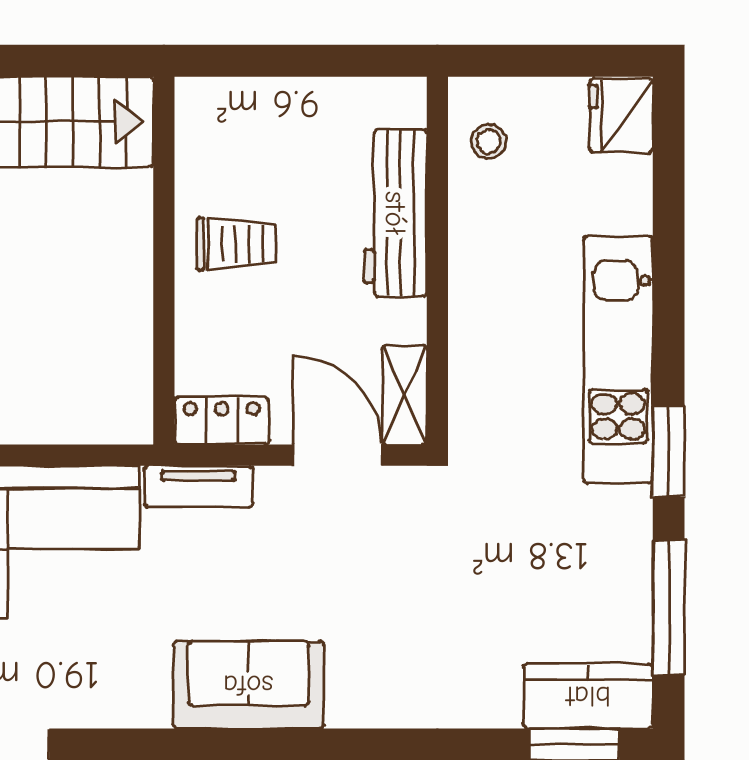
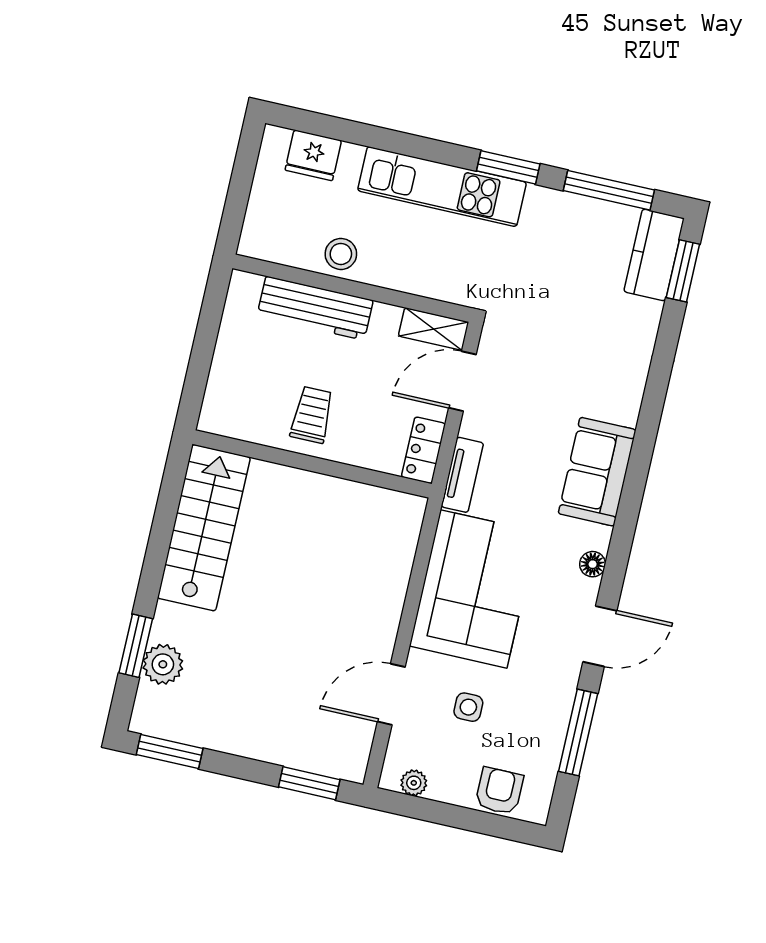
fridge: (621, 116) -> (313, 155), moved
stool: (489, 141) -> (341, 254), moved, width x1.37, depth x1.37
floor lamp: (110, 709) -> (593, 564), added

